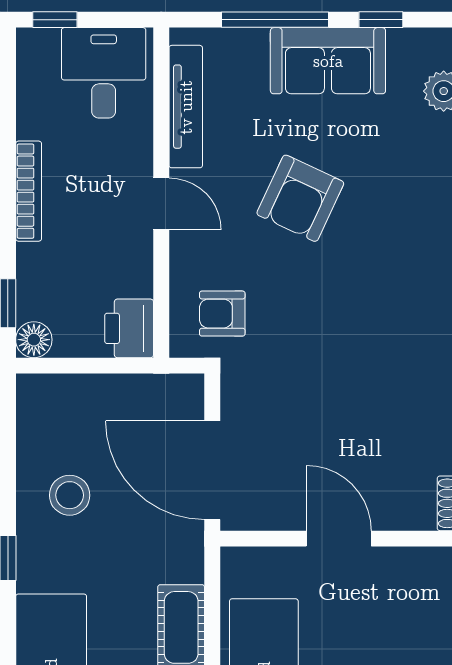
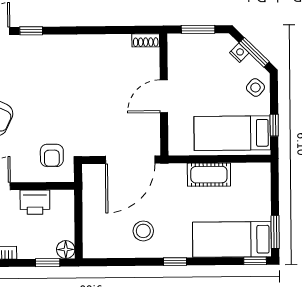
printer: (129, 328) -> (35, 202), moved

